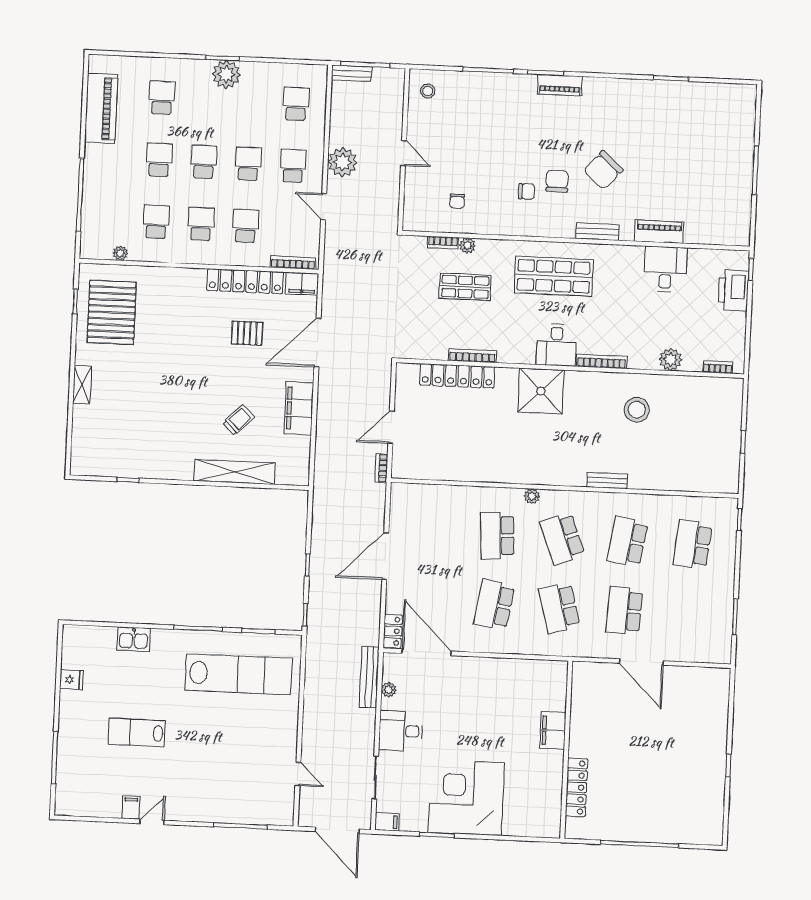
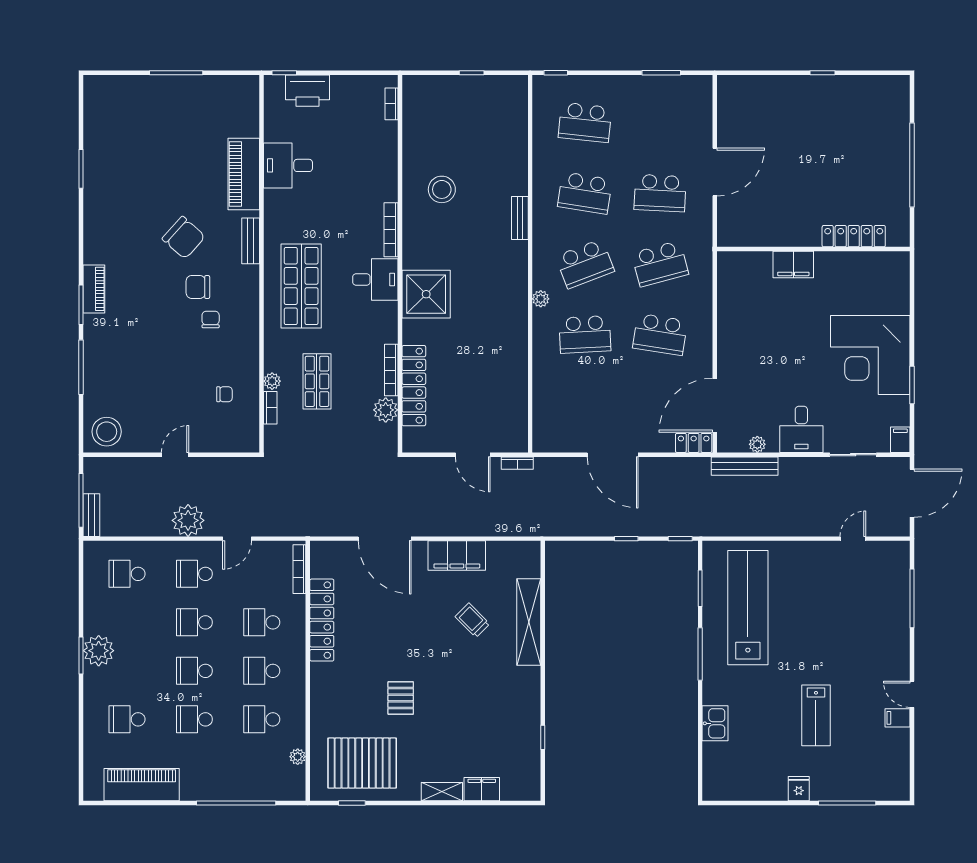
stool: (428, 91) -> (107, 432), width x1.89, depth x1.89
piano: (659, 232) -> (244, 174), width x1.37, depth x1.33
filing cabinet: (302, 284) -> (482, 789), moved, turned -90
pallet: (247, 333) -> (401, 698), moved
plant: (671, 360) -> (386, 410), moved
fridge: (71, 680) -> (799, 789), moved

